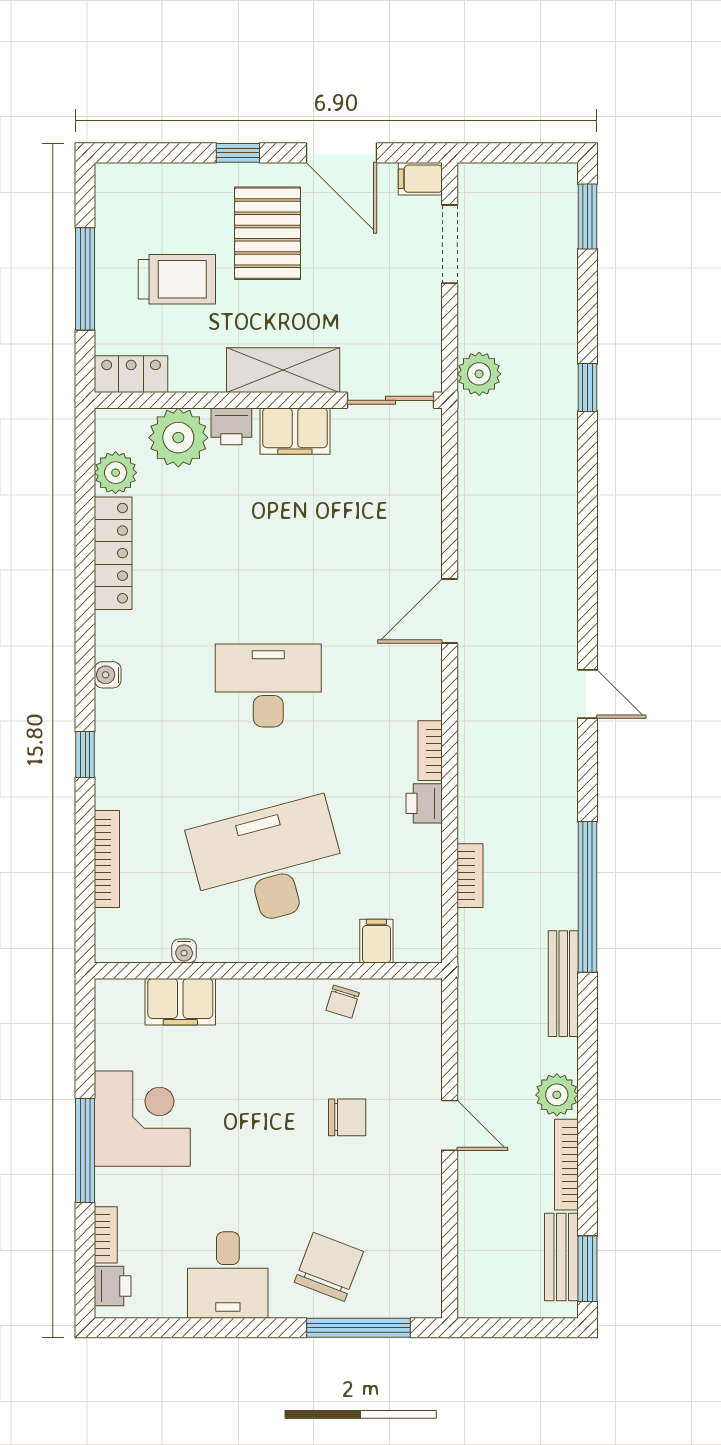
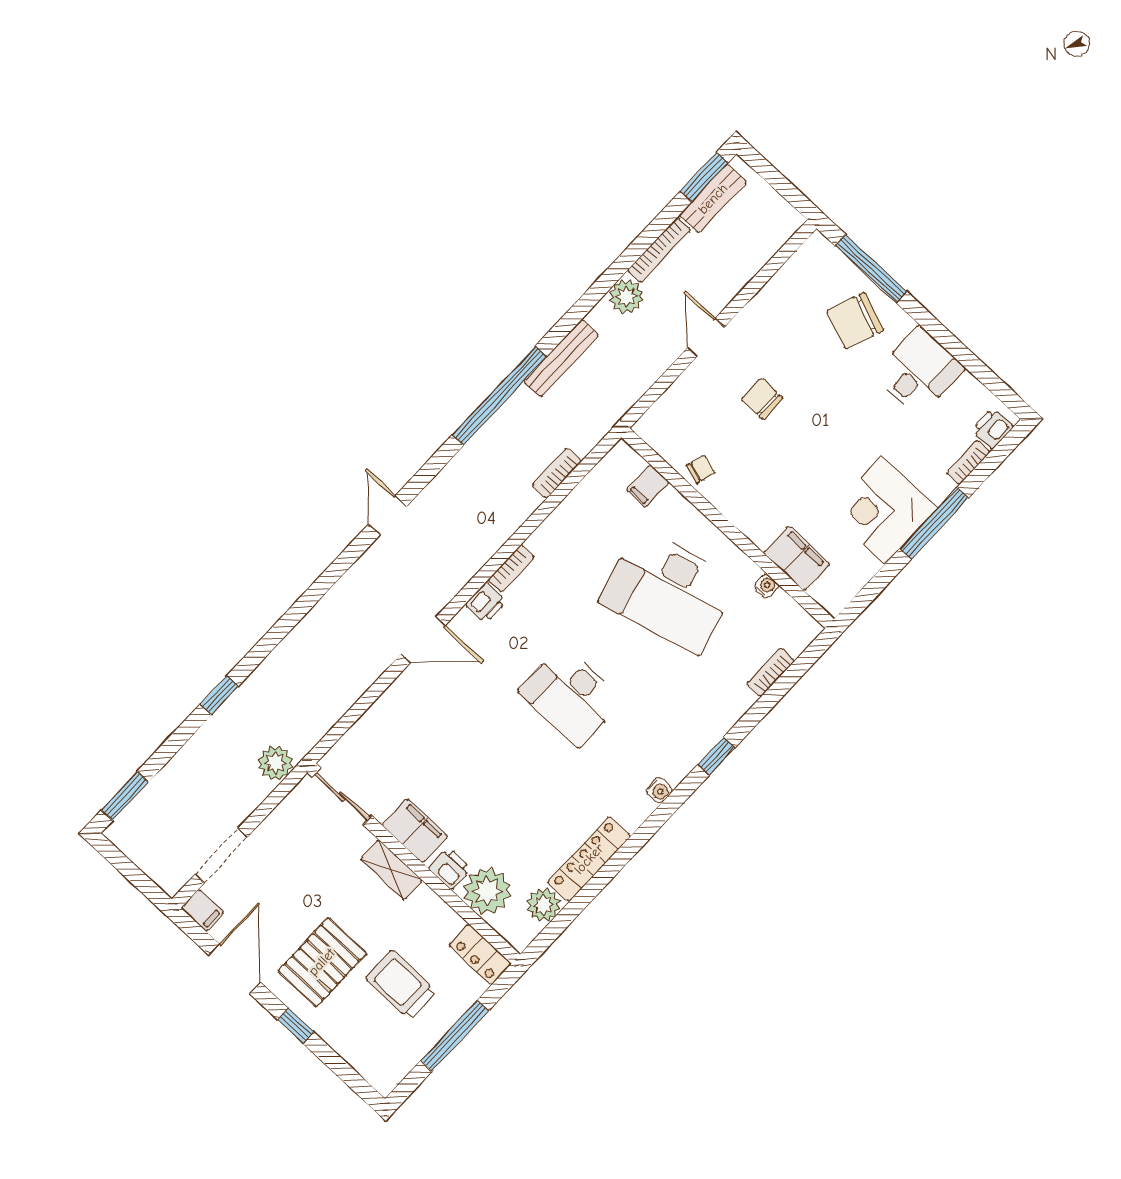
shelving: (283, 370) -> (392, 870), width x0.67, depth x0.75
printer: (424, 803) -> (486, 603), moved
bookcase: (107, 859) -> (771, 672), width x0.64

